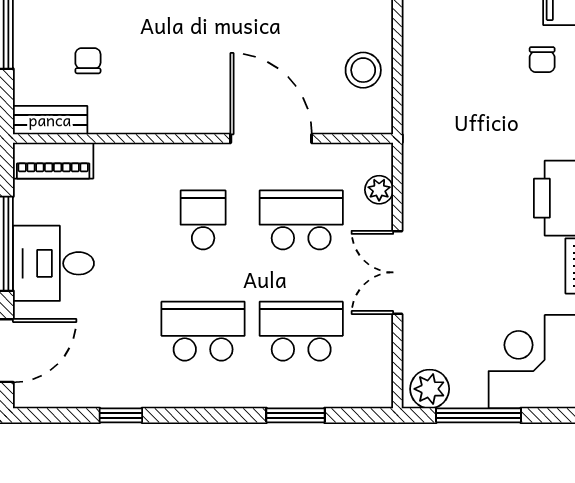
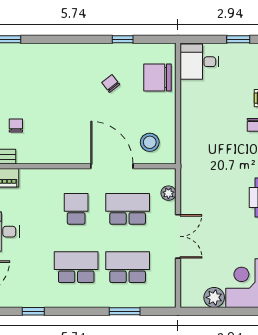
stool: (363, 70) -> (150, 142), moved
double door: (397, 272) -> (178, 236), swing flipped
plant: (430, 389) -> (214, 297), moved
window: (478, 415) -> (220, 311), removed

